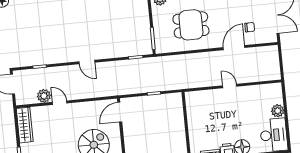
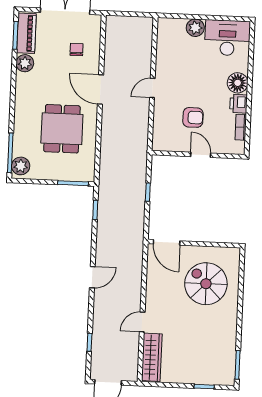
door: (234, 48) -> (100, 89), moved
plant: (44, 96) -> (130, 342), removed
armchair: (213, 118) -> (193, 117), added
wardrobe: (25, 125) -> (152, 357), moved, turned 90
door: (186, 128) -> (201, 155), added

